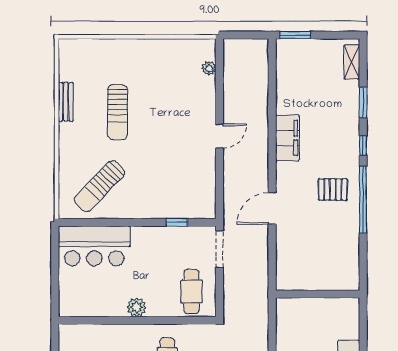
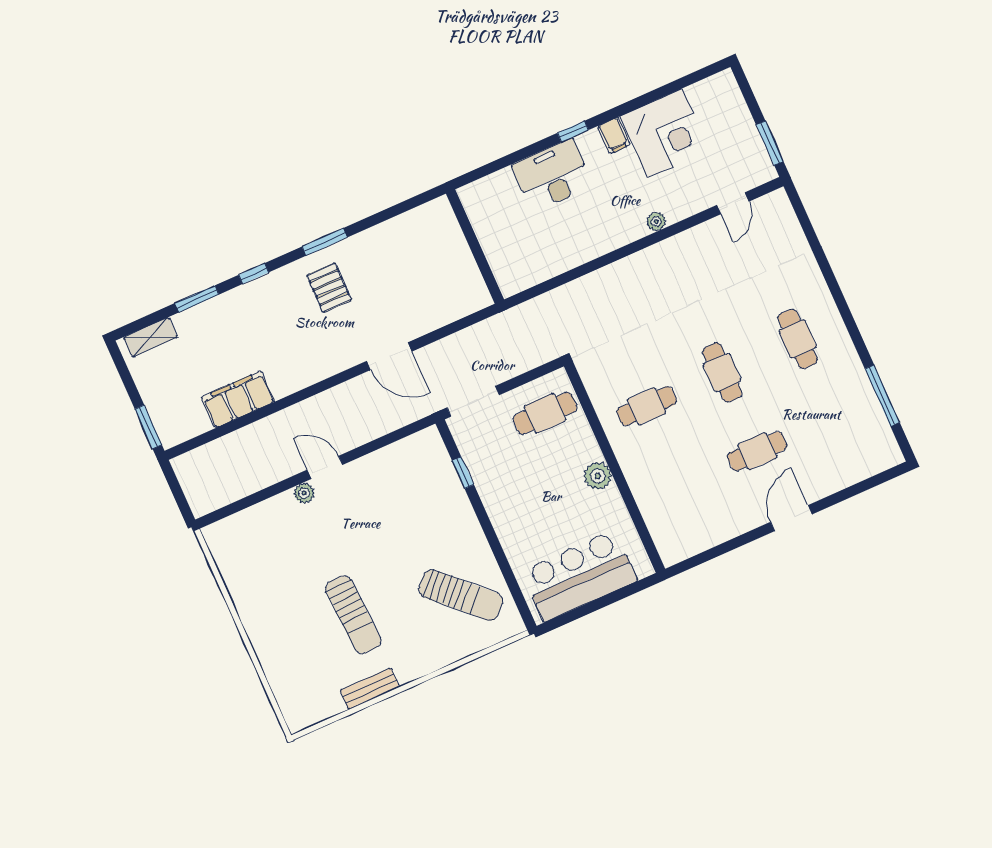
plant: (209, 68) -> (304, 493), moved
sun lounger: (118, 112) -> (353, 615), turned 87
filing cabinet: (287, 138) -> (238, 399), moved
window: (363, 200) -> (325, 242), width x0.47
bar counter: (94, 246) -> (579, 576), moved, turned -90

